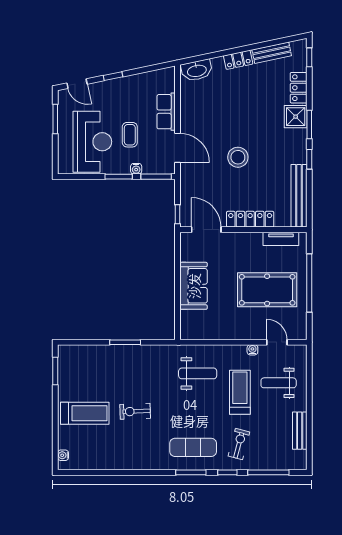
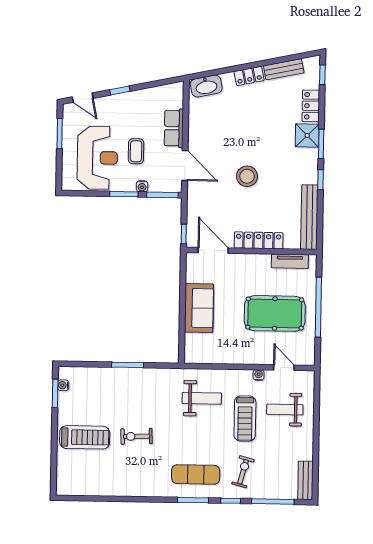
treadmill: (240, 392) -> (245, 418), turned 180
bench: (300, 431) -> (305, 480), moved
water cooler: (63, 455) -> (63, 385), moved

